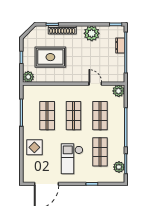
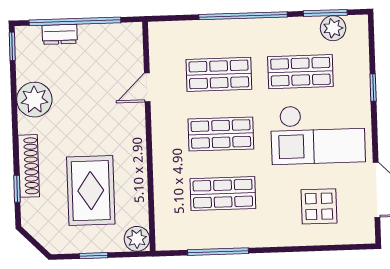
plant: (119, 91) -> (162, 35), removed
display table: (34, 147) -> (319, 206), moved
checkout: (72, 159) -> (318, 134), width x1.36, depth x1.21

